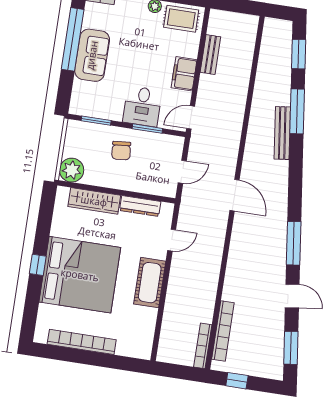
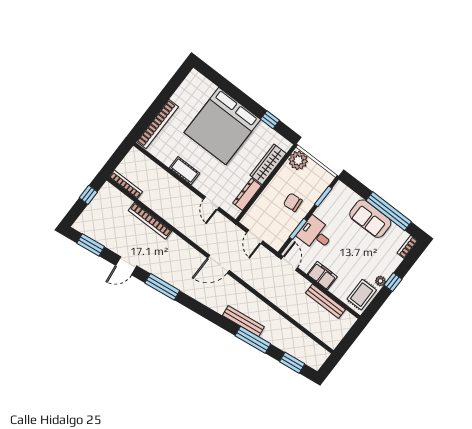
bench: (210, 55) -> (326, 301), width x1.36
window: (38, 265) -> (270, 120), moved
cot: (150, 283) -> (184, 171), width x0.73, depth x0.75
bookcase: (223, 331) -> (150, 221), moved
bookcase: (82, 342) -> (157, 124), moved

